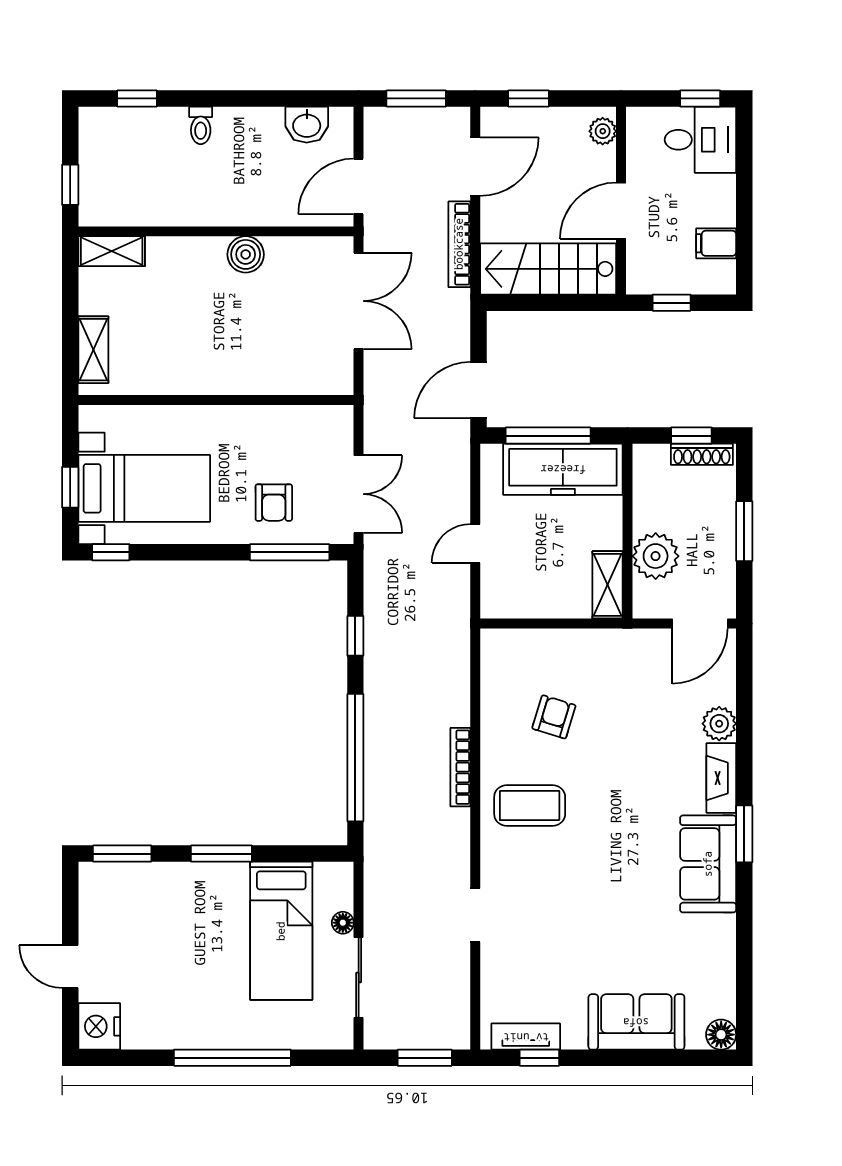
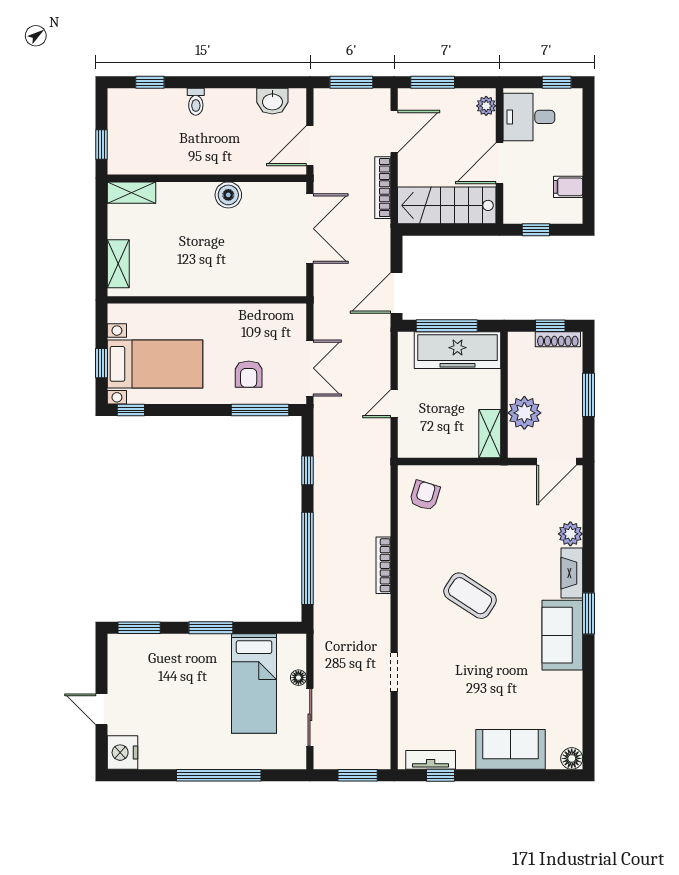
window: (528, 98) -> (433, 82), width x1.50
desk: (700, 140) -> (529, 117), moved, turned 180
armchair: (554, 717) -> (425, 495), moved
coffee table: (530, 806) -> (470, 596), moved, turned 33

